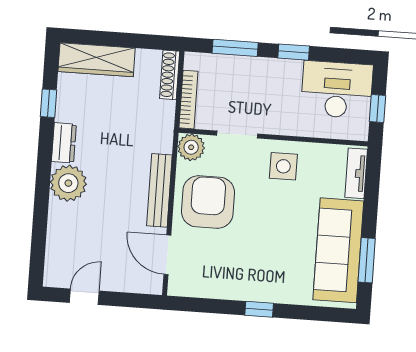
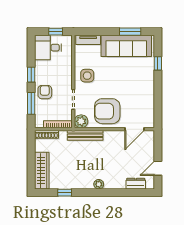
armchair: (256, 77) -> (45, 92), added
desk: (337, 90) -> (48, 48), width x0.73
dresser: (64, 143) -> (136, 184), moved
plant: (68, 183) -> (99, 184), width x0.53, depth x0.53
bench: (159, 190) -> (85, 135), moved
door: (84, 297) -> (158, 168), hinge flipped
window: (259, 309) -> (158, 63), moved

